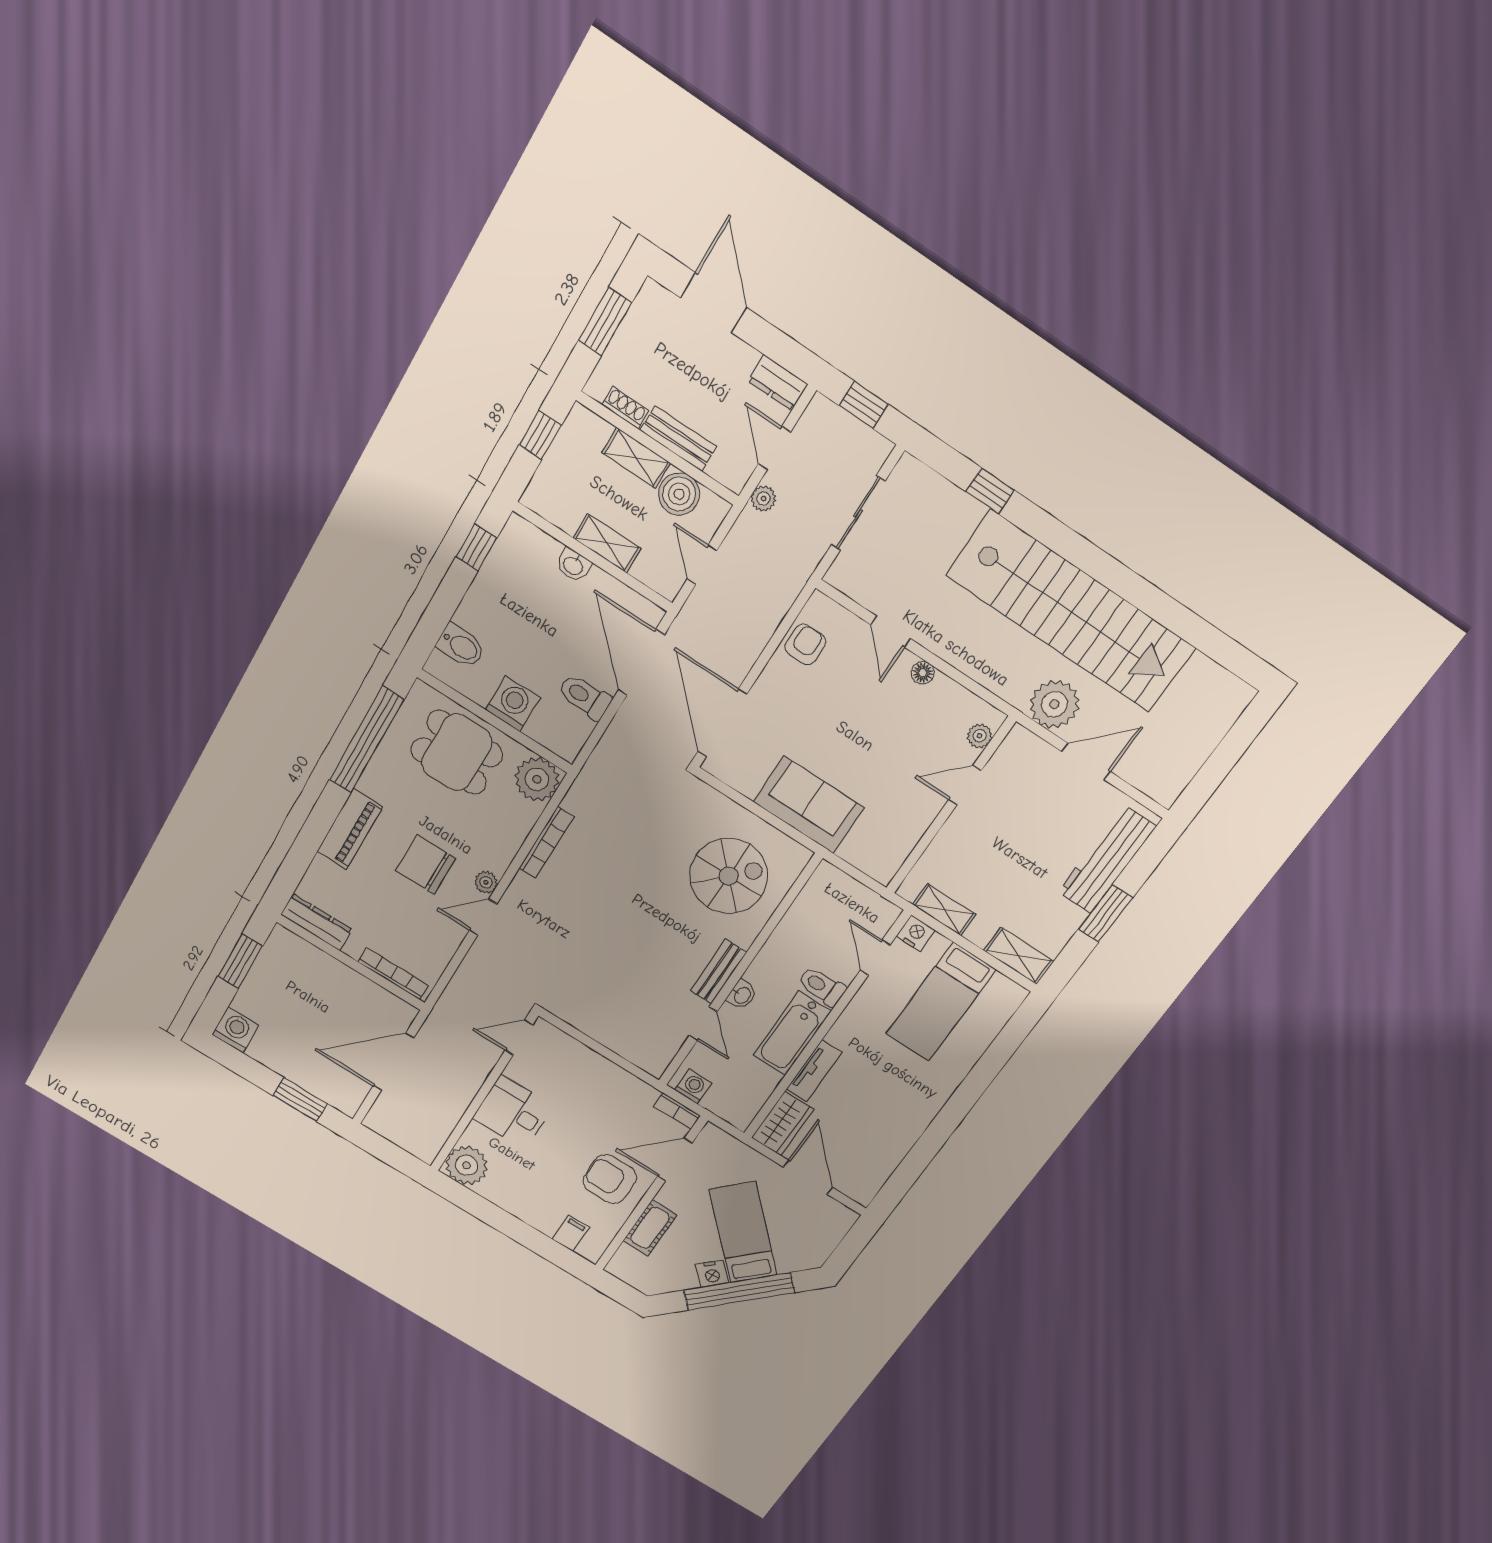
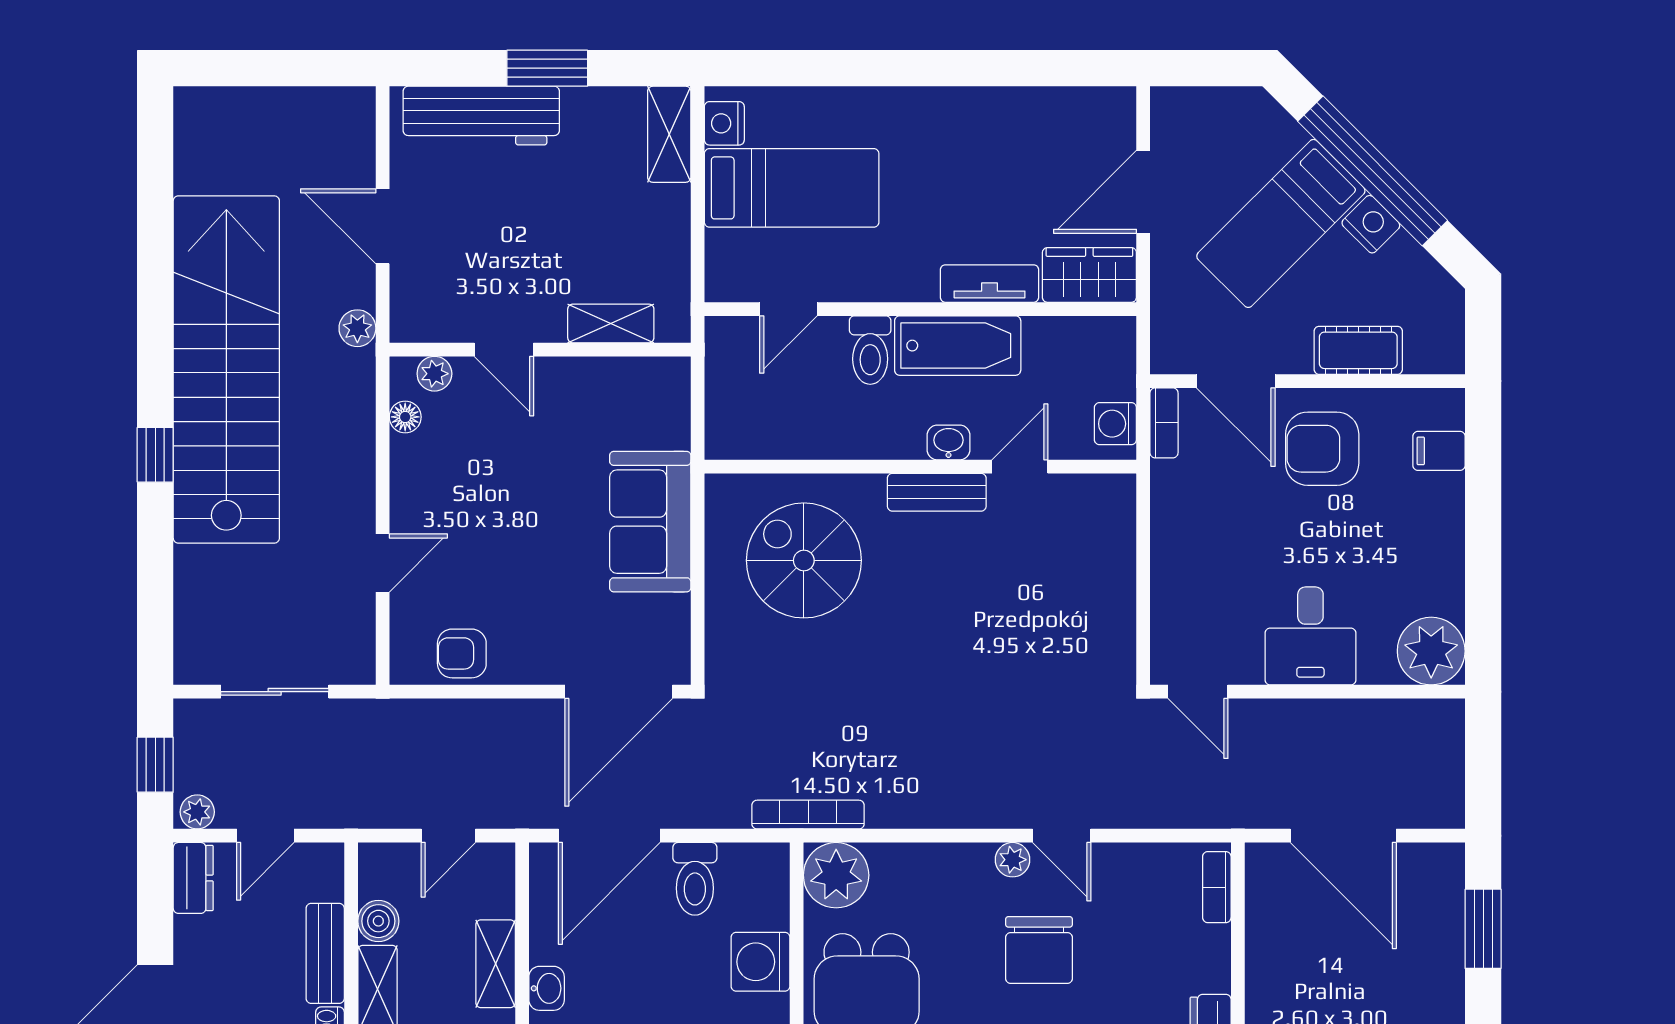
window: (990, 491) -> (155, 455), moved
boiler: (679, 494) -> (378, 921), width x0.73, depth x0.73
plant: (764, 499) -> (197, 812), moved
floor lamp: (923, 673) -> (405, 417), moved
plant: (1054, 704) -> (357, 328), width x0.53, depth x0.53
bookcase: (546, 842) -> (808, 815), moved
shelving: (944, 910) -> (611, 323), moved, turned 90
nightstand: (916, 933) -> (724, 123), moved
bookcase: (393, 974) -> (1217, 887), width x0.64
armchair: (610, 1179) -> (1322, 449), turned 90

